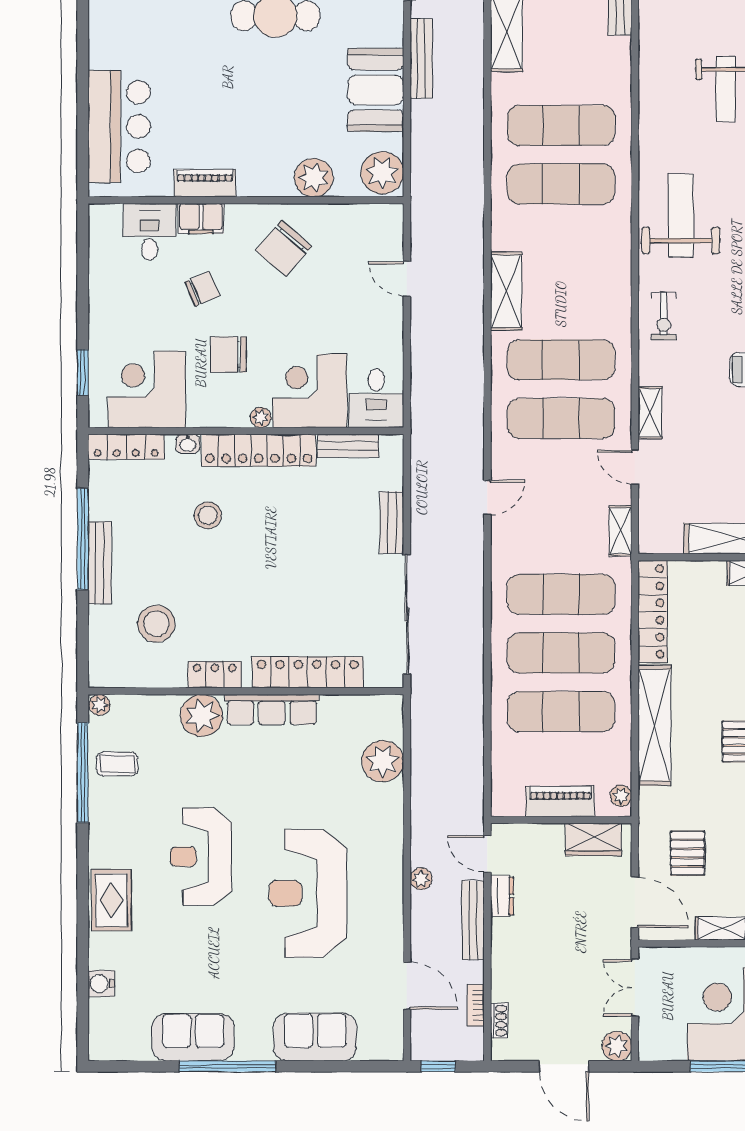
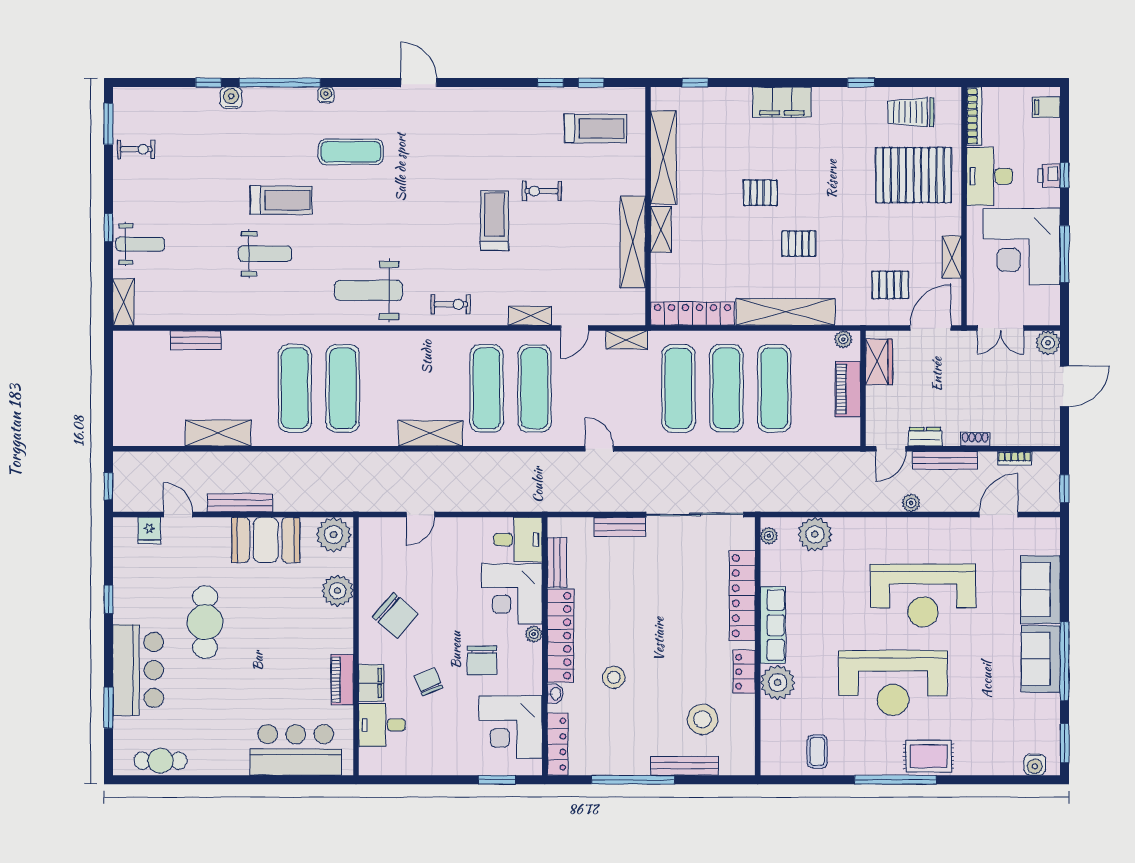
bench: (100, 563) -> (684, 766), moved
plant: (100, 705) -> (769, 536), moved
window: (83, 772) -> (895, 780), moved
reception desk: (201, 857) -> (893, 683), width x1.36, depth x1.30
water cooler: (101, 984) -> (1035, 765), moved
shoe rack: (499, 1021) -> (975, 439), moved
sofa: (193, 1037) -> (1041, 659), moved
window: (127, 1066) -> (1065, 743), added

